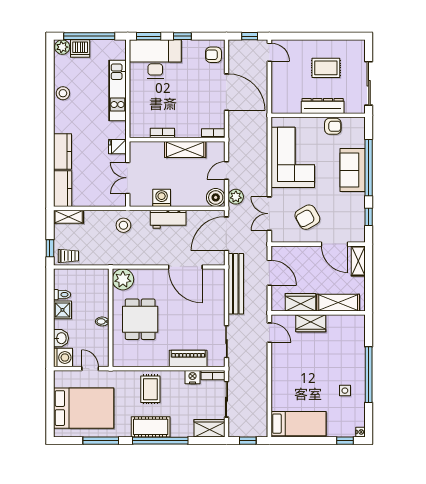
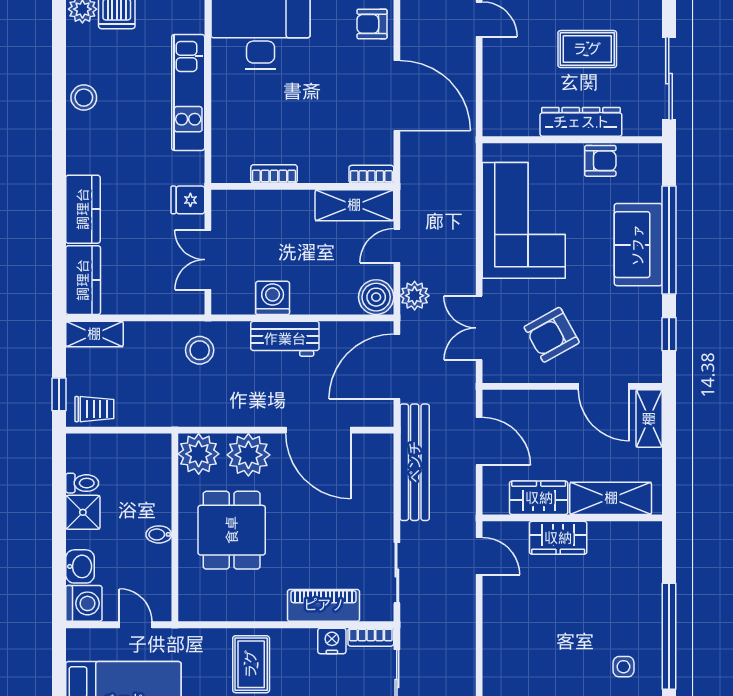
shelving: (185, 149) -> (354, 205), moved
plant: (149, 280) -> (248, 455), added

